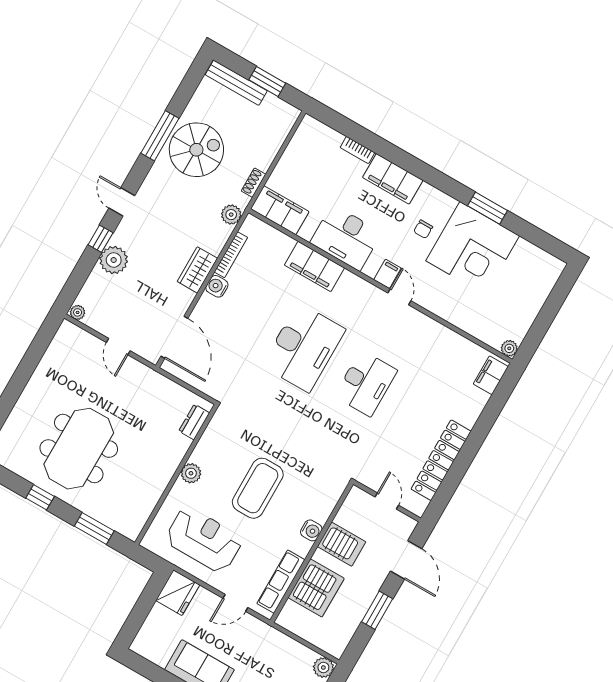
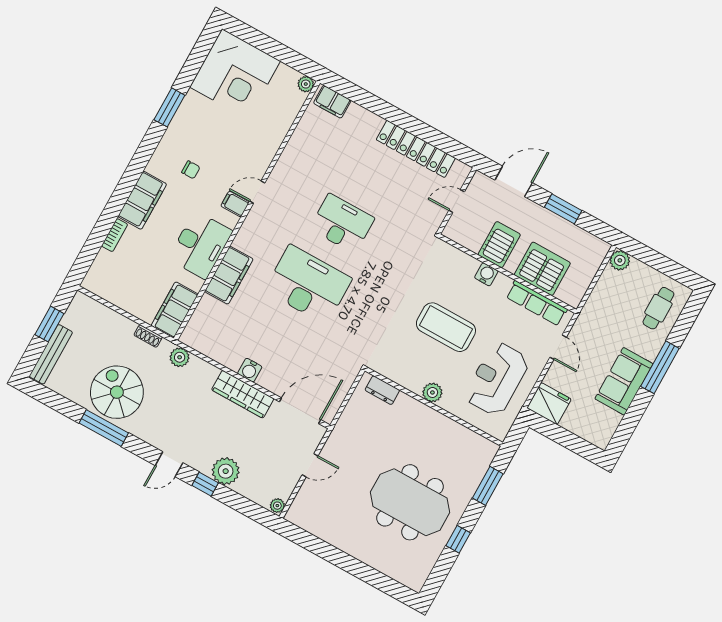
corner desk: (473, 248) -> (235, 74), moved, turned 90
bookcase: (231, 255) -> (219, 357), removed
wardrobe: (197, 270) -> (243, 394), width x1.50

